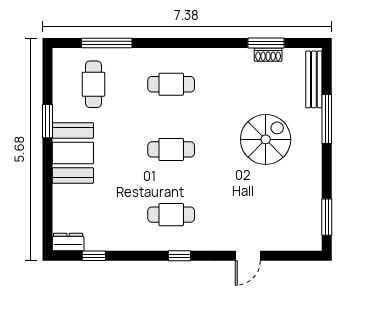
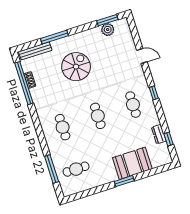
window: (266, 43) -> (24, 83), width x2.11
window: (47, 121) -> (124, 181), moved
spiral stairs: (266, 139) -> (76, 67), turned 90
booth: (73, 153) -> (132, 163), moved
plant: (311, 213) -> (108, 30), added
dresser: (68, 242) -> (159, 134), moved

